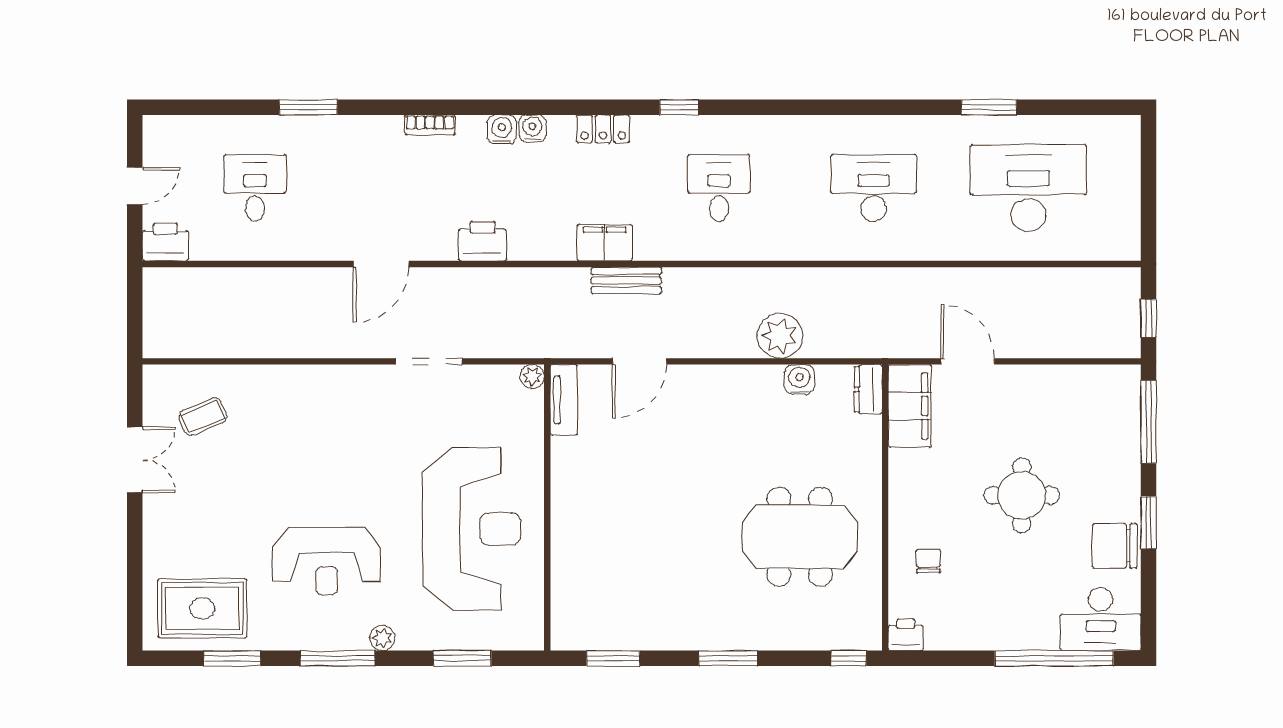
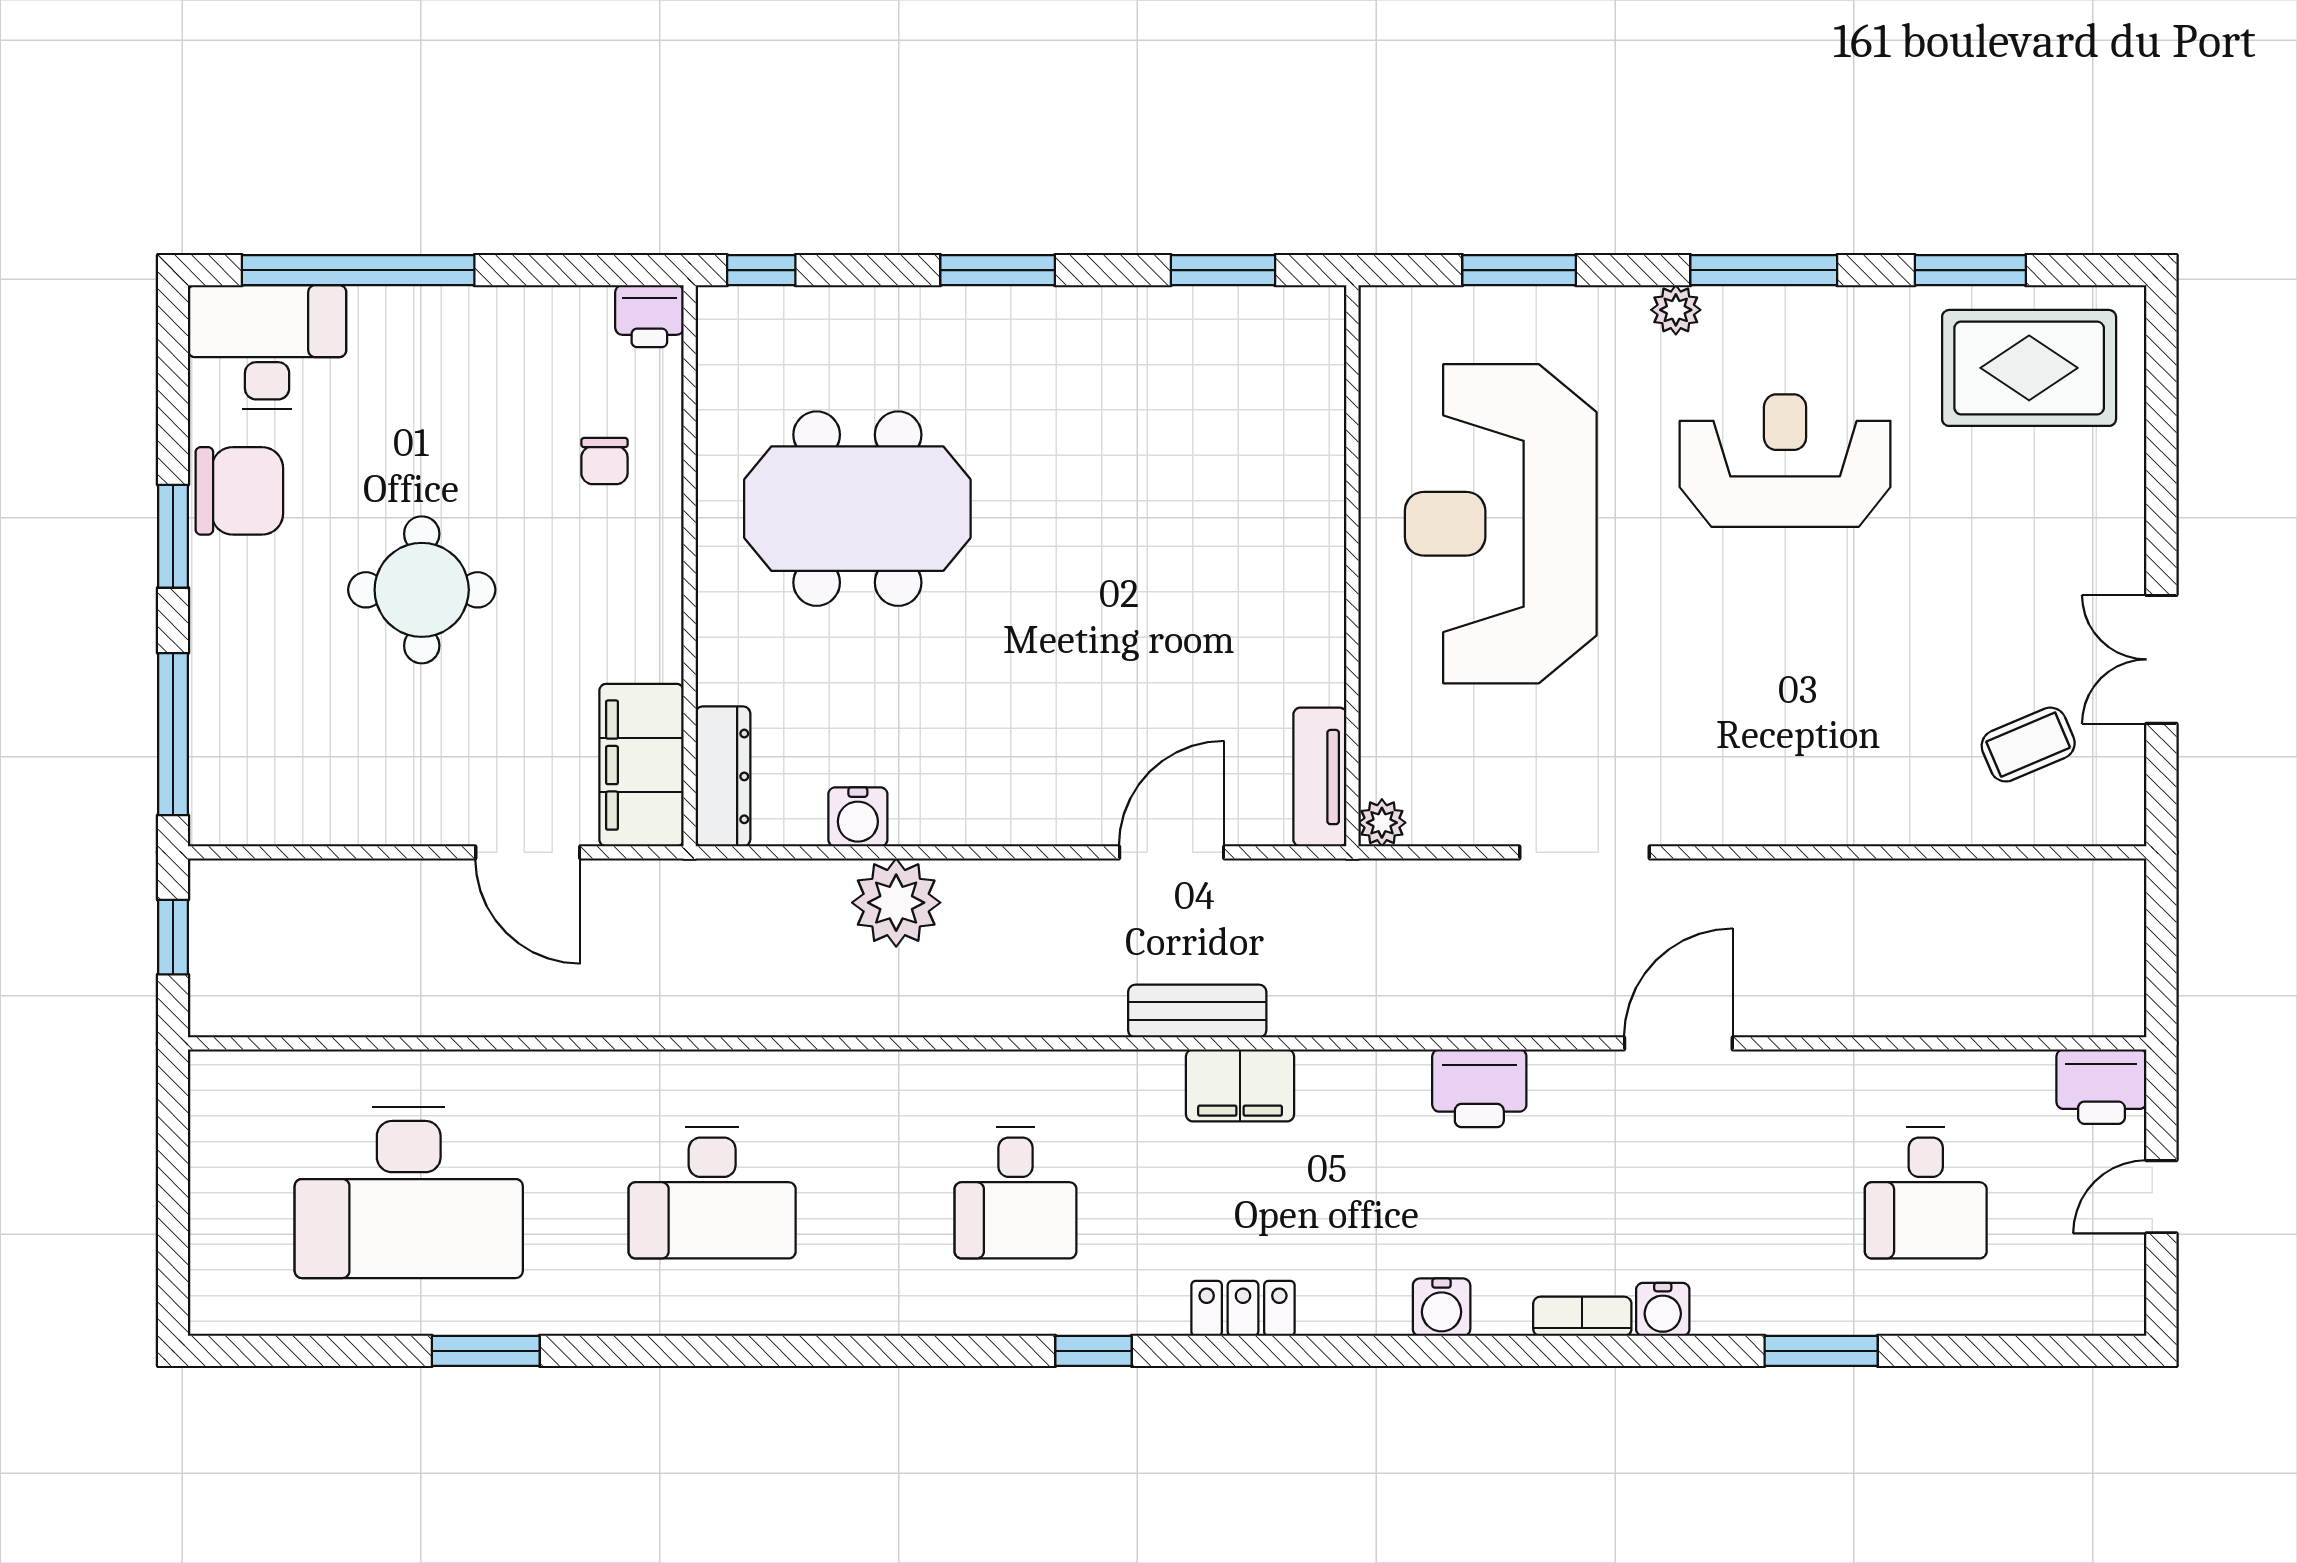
water cooler: (532, 128) -> (1663, 1309), moved
dresser: (868, 389) -> (723, 776), width x1.44

